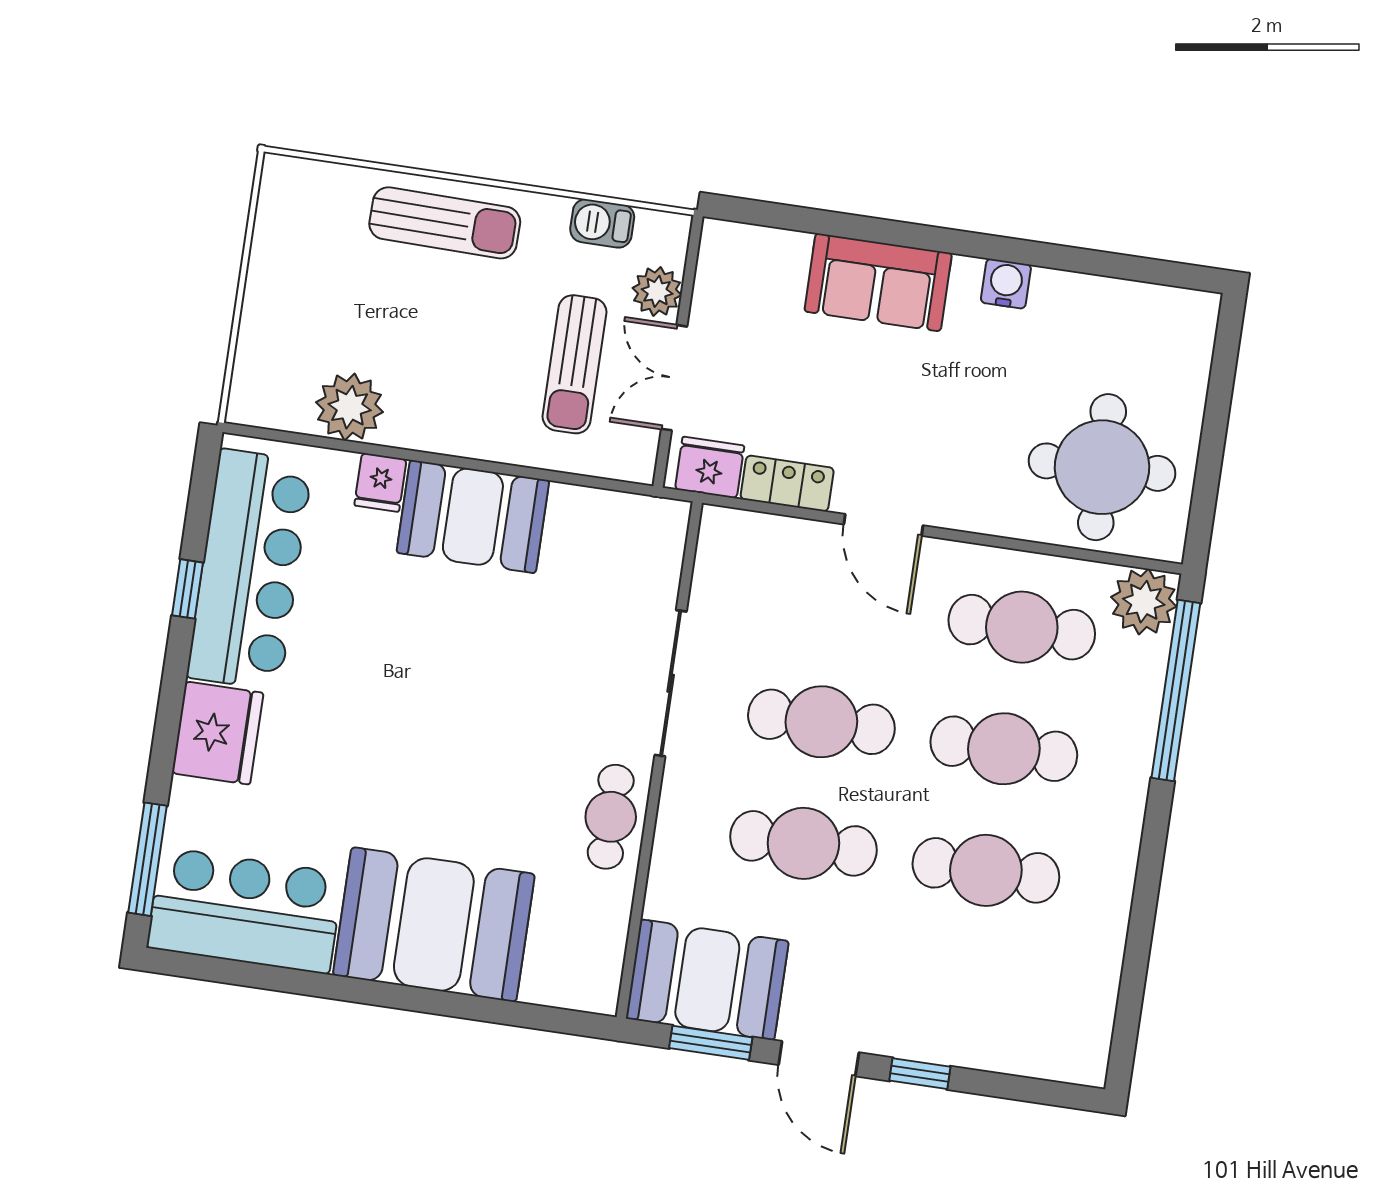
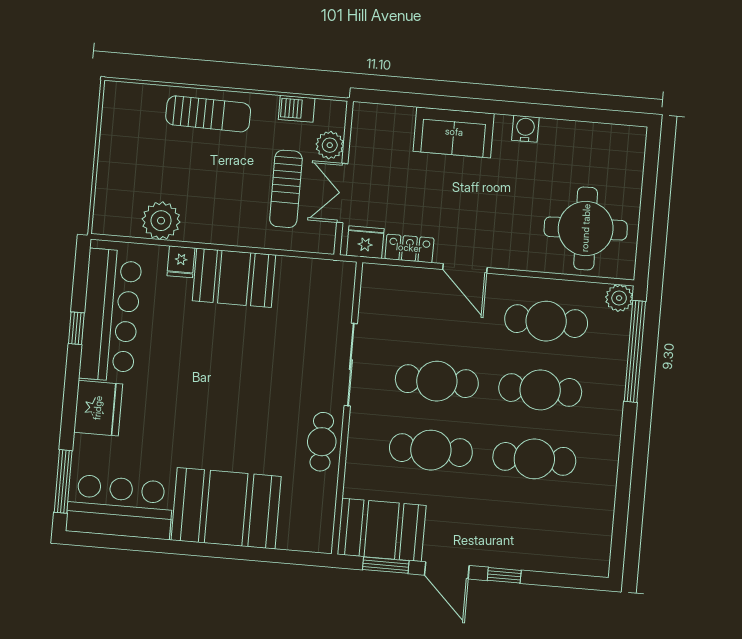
plant: (1144, 602) -> (619, 298), width x0.73, depth x0.73

